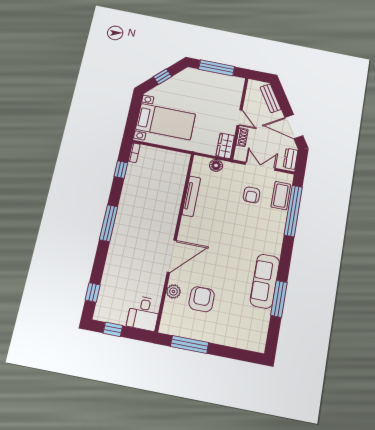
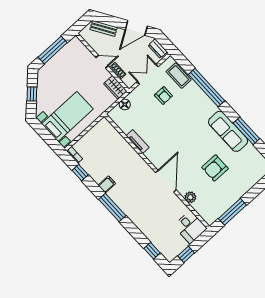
tv unit: (191, 196) -> (138, 142), width x0.71
filing cabinet: (128, 202) -> (107, 184), added
window: (293, 211) -> (207, 88), moved
armchair: (202, 299) -> (215, 168), moved, turned -90

